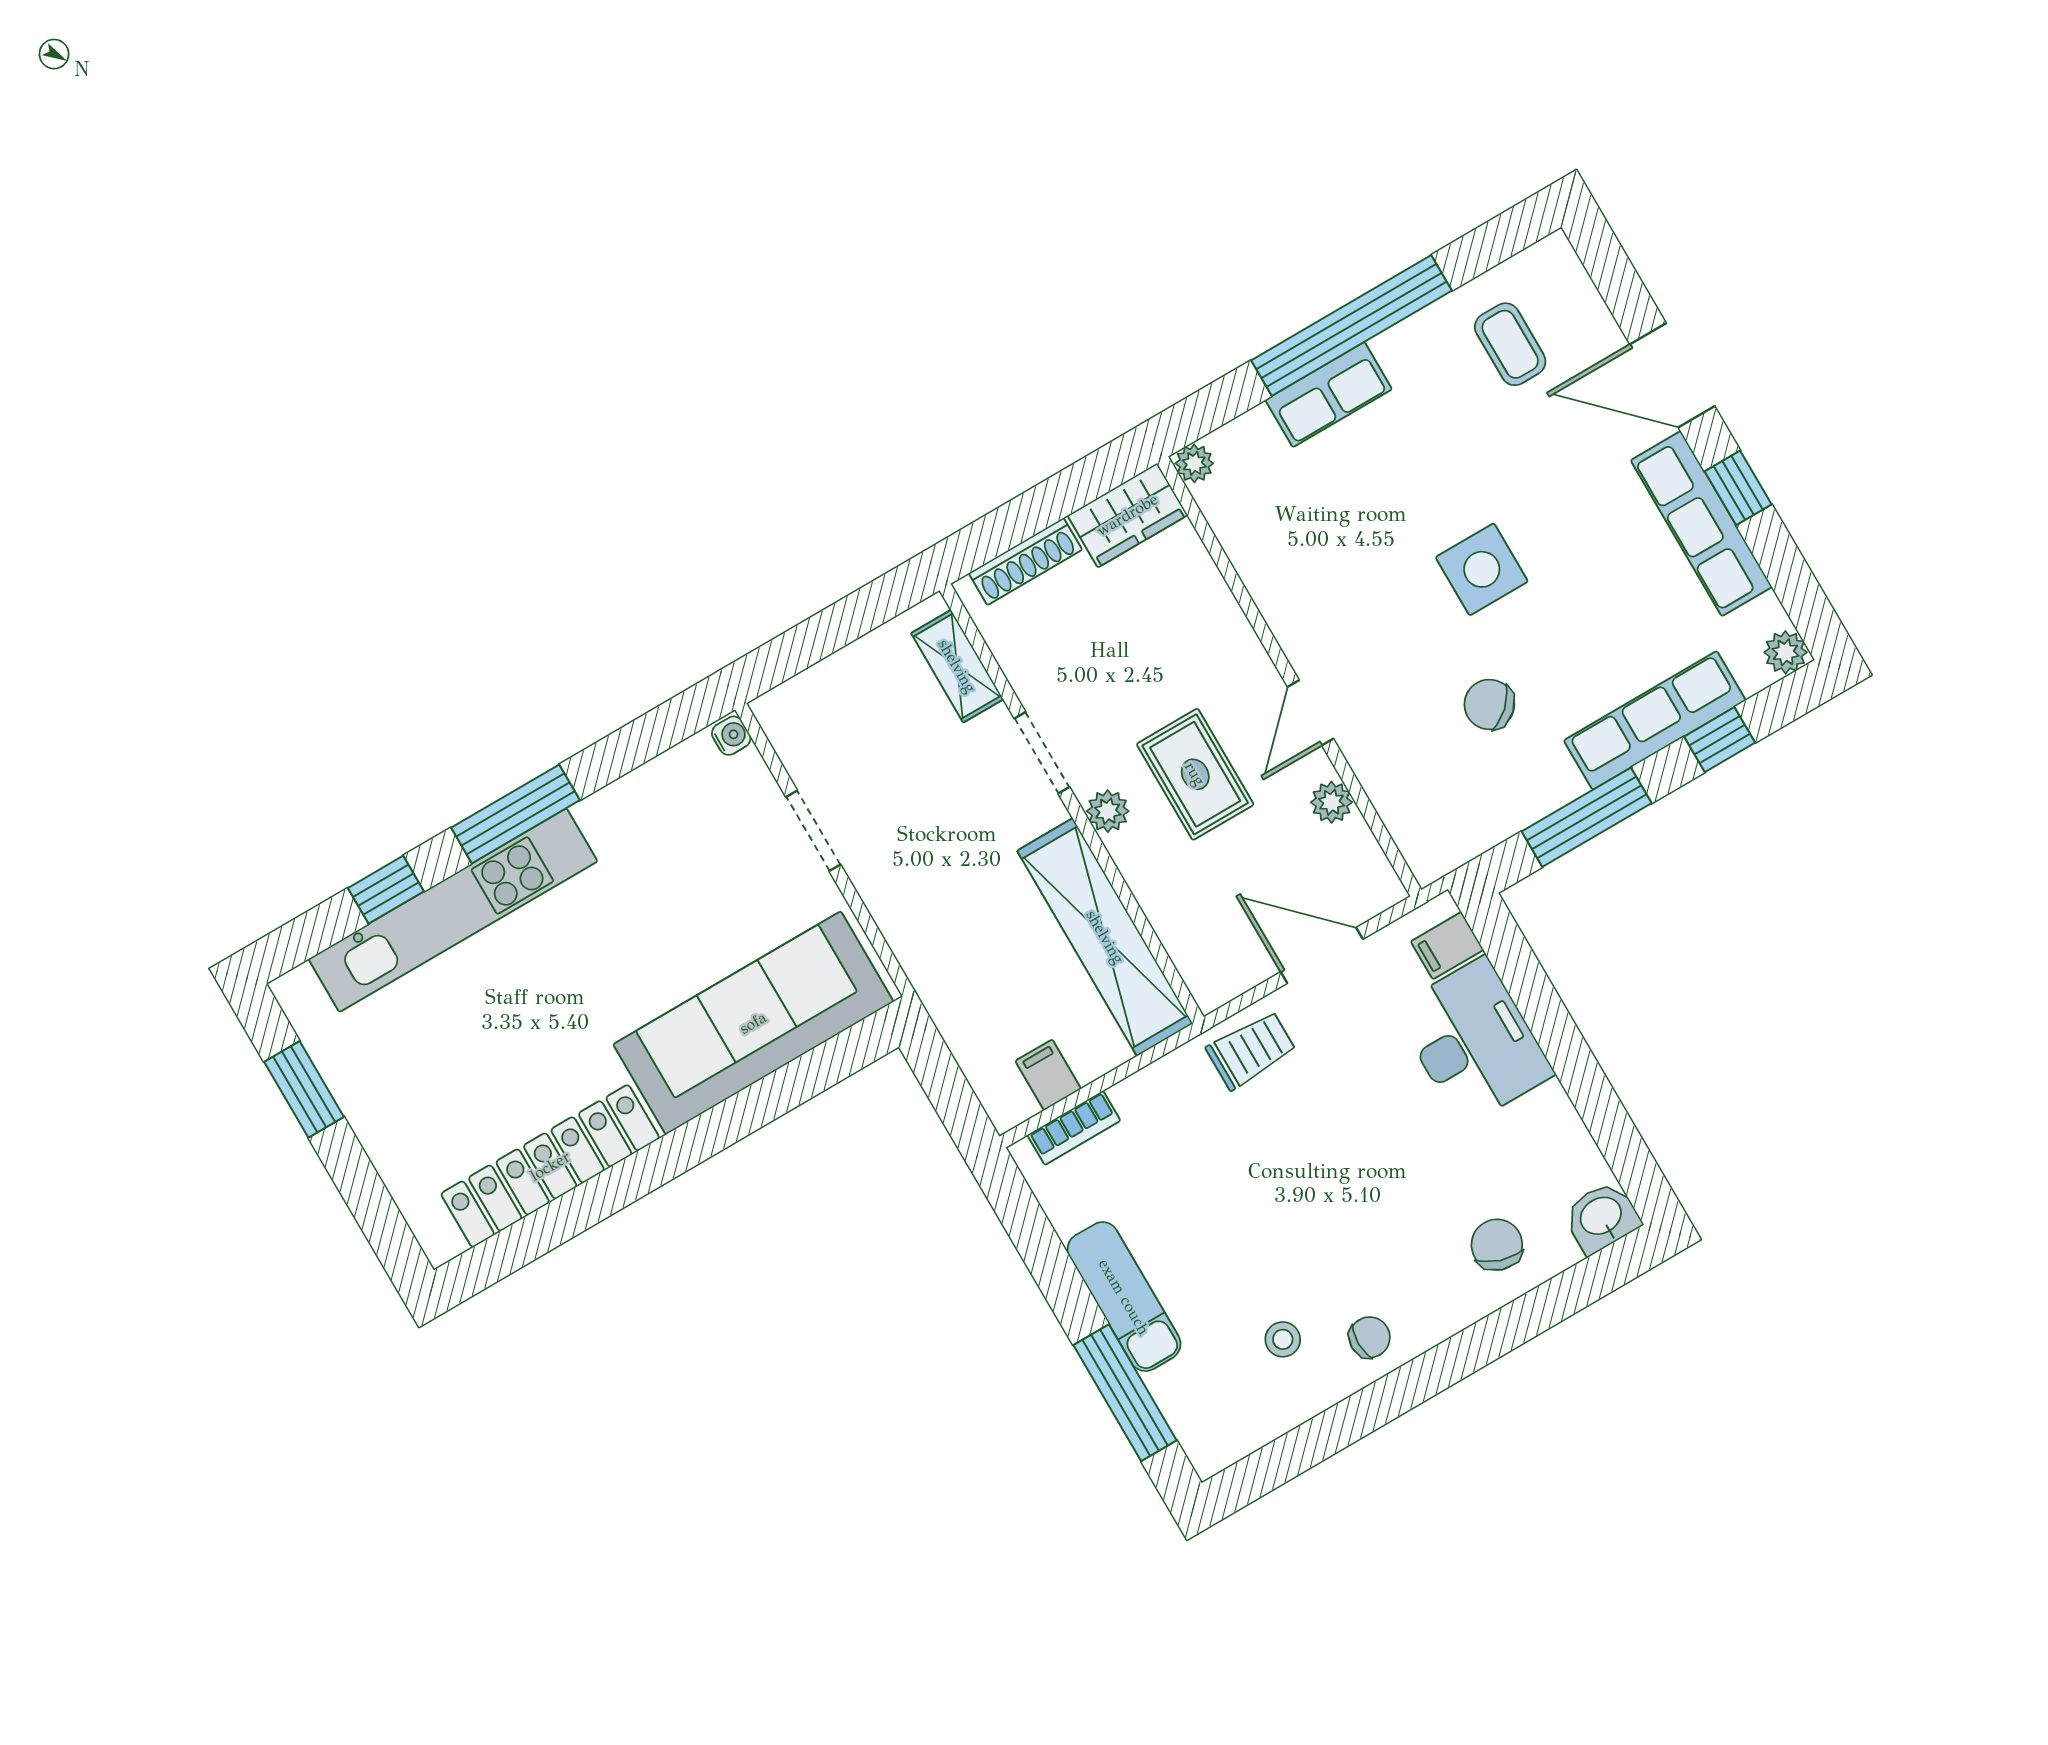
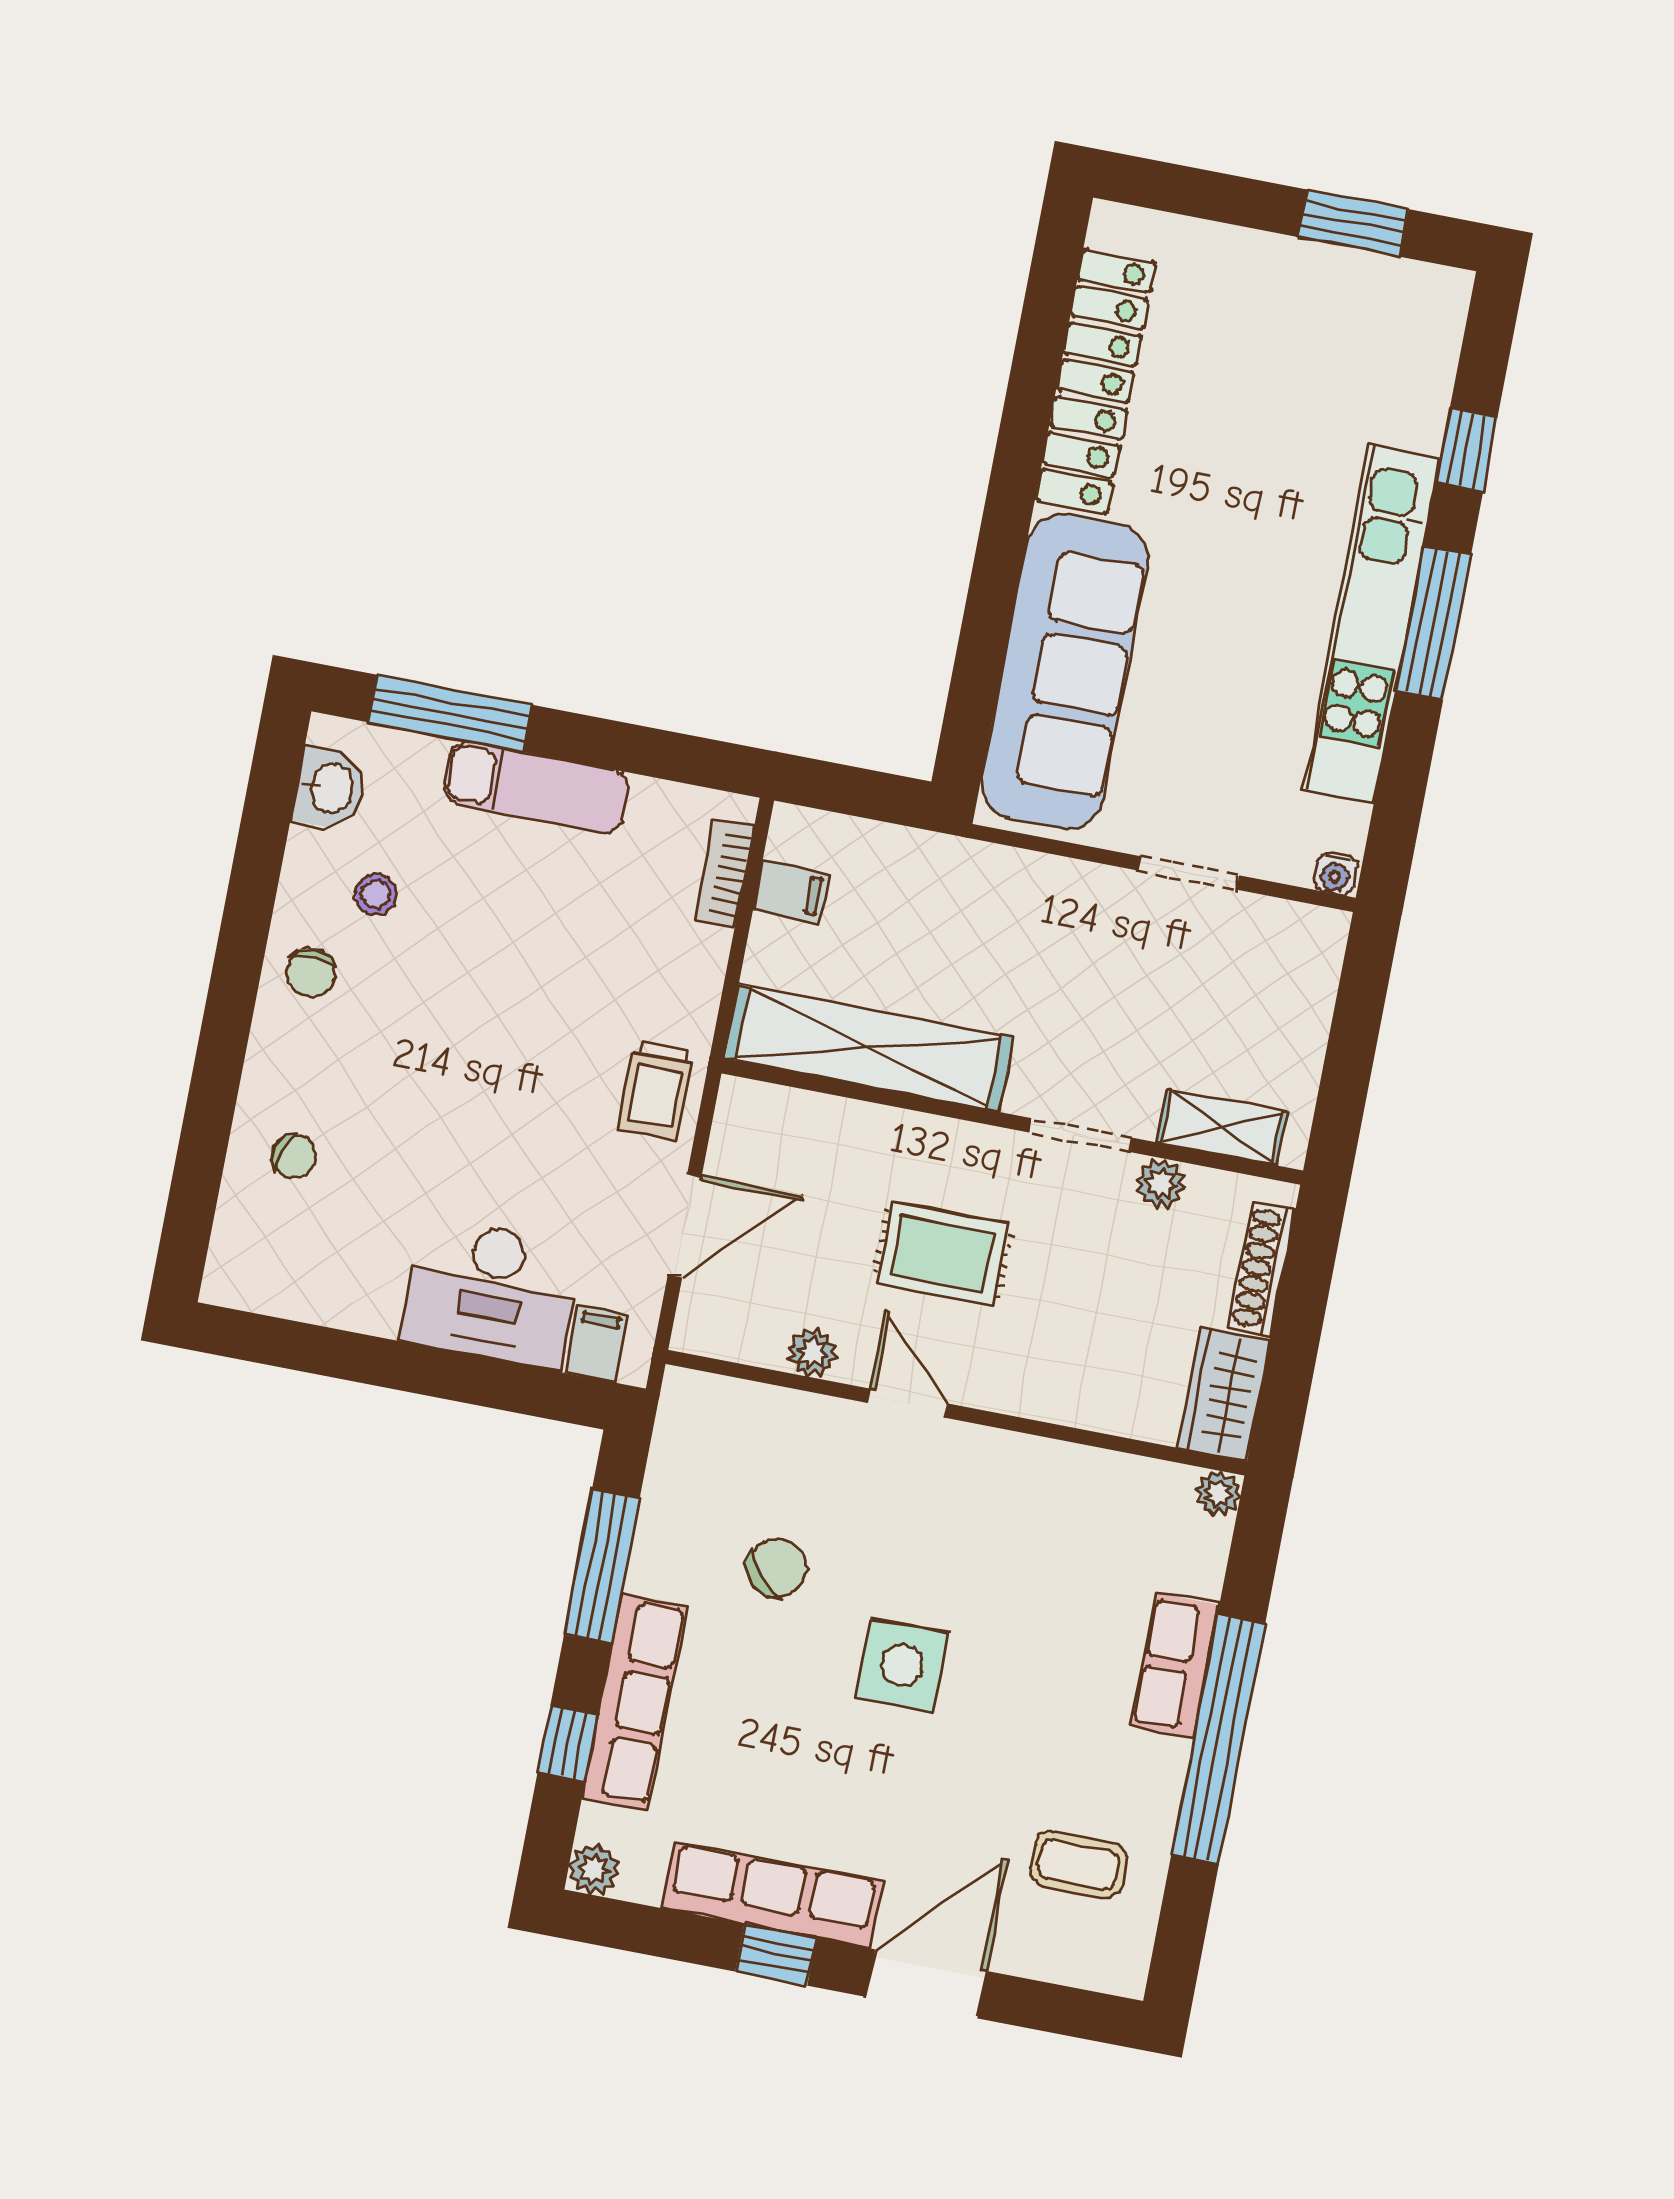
plant: (1108, 811) -> (1161, 1183), moved
kitchen unit: (453, 910) -> (1371, 624), moved
washbasin: (1602, 1217) -> (330, 788), moved
chair: (1497, 1245) -> (294, 1156), width x0.73, depth x0.73

